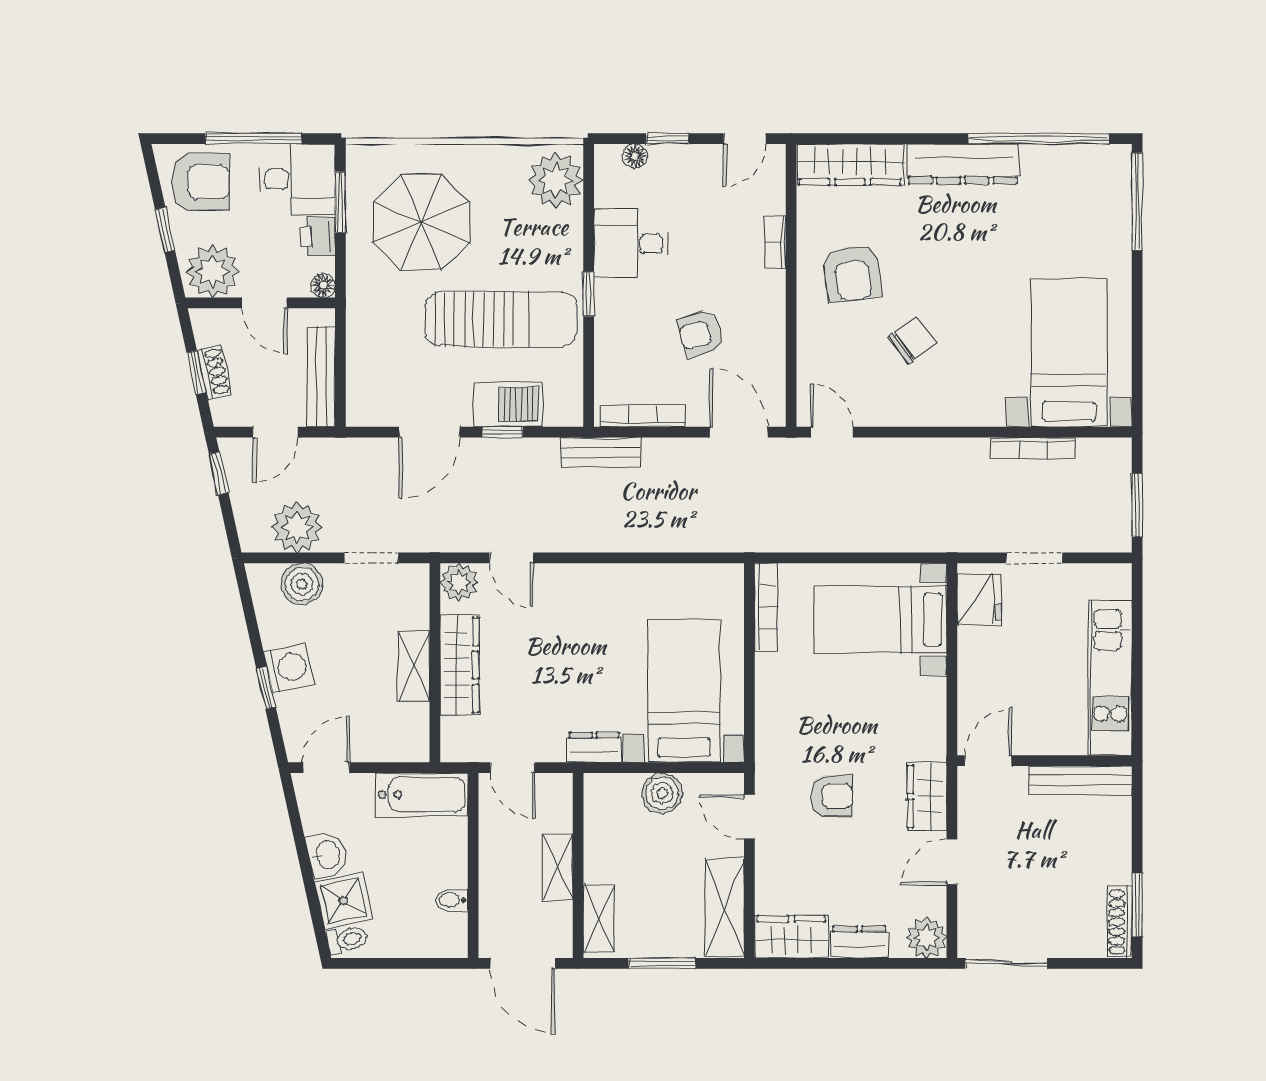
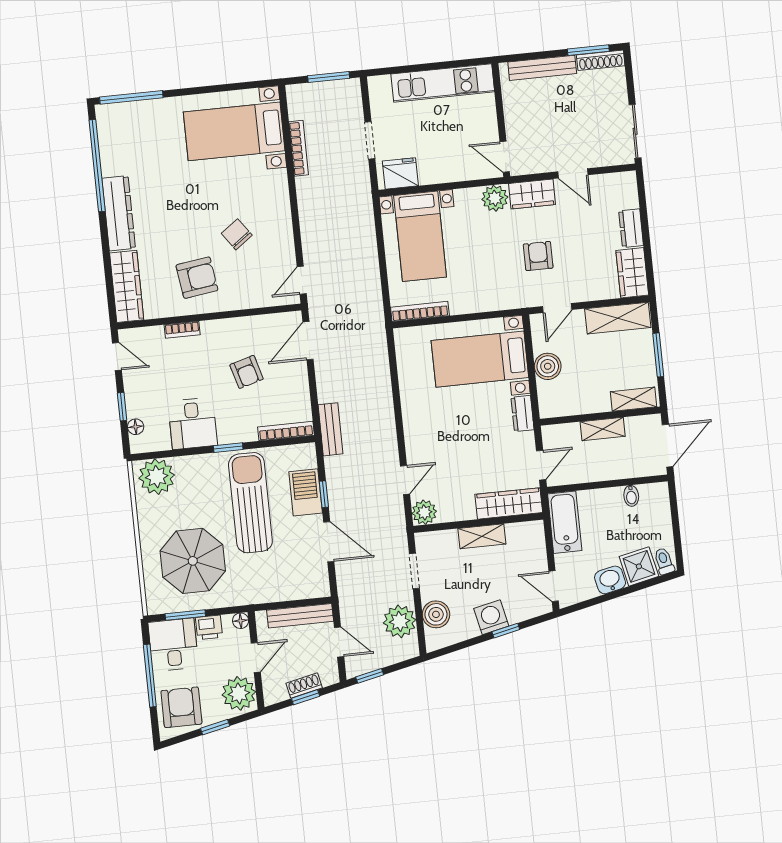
bookcase: (642, 416) -> (286, 431), moved, turned 90
wardrobe: (459, 665) -> (509, 503), moved
bench: (1080, 780) -> (542, 68), moved, turned 90
plant: (926, 938) -> (495, 198), moved

